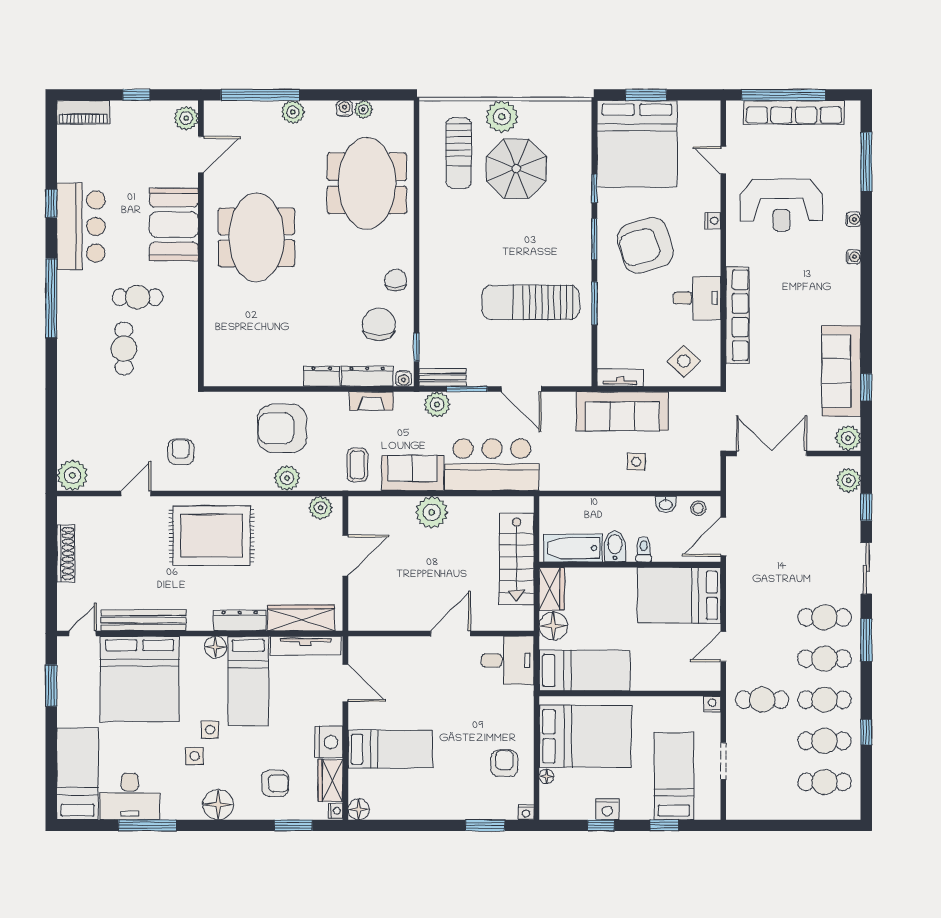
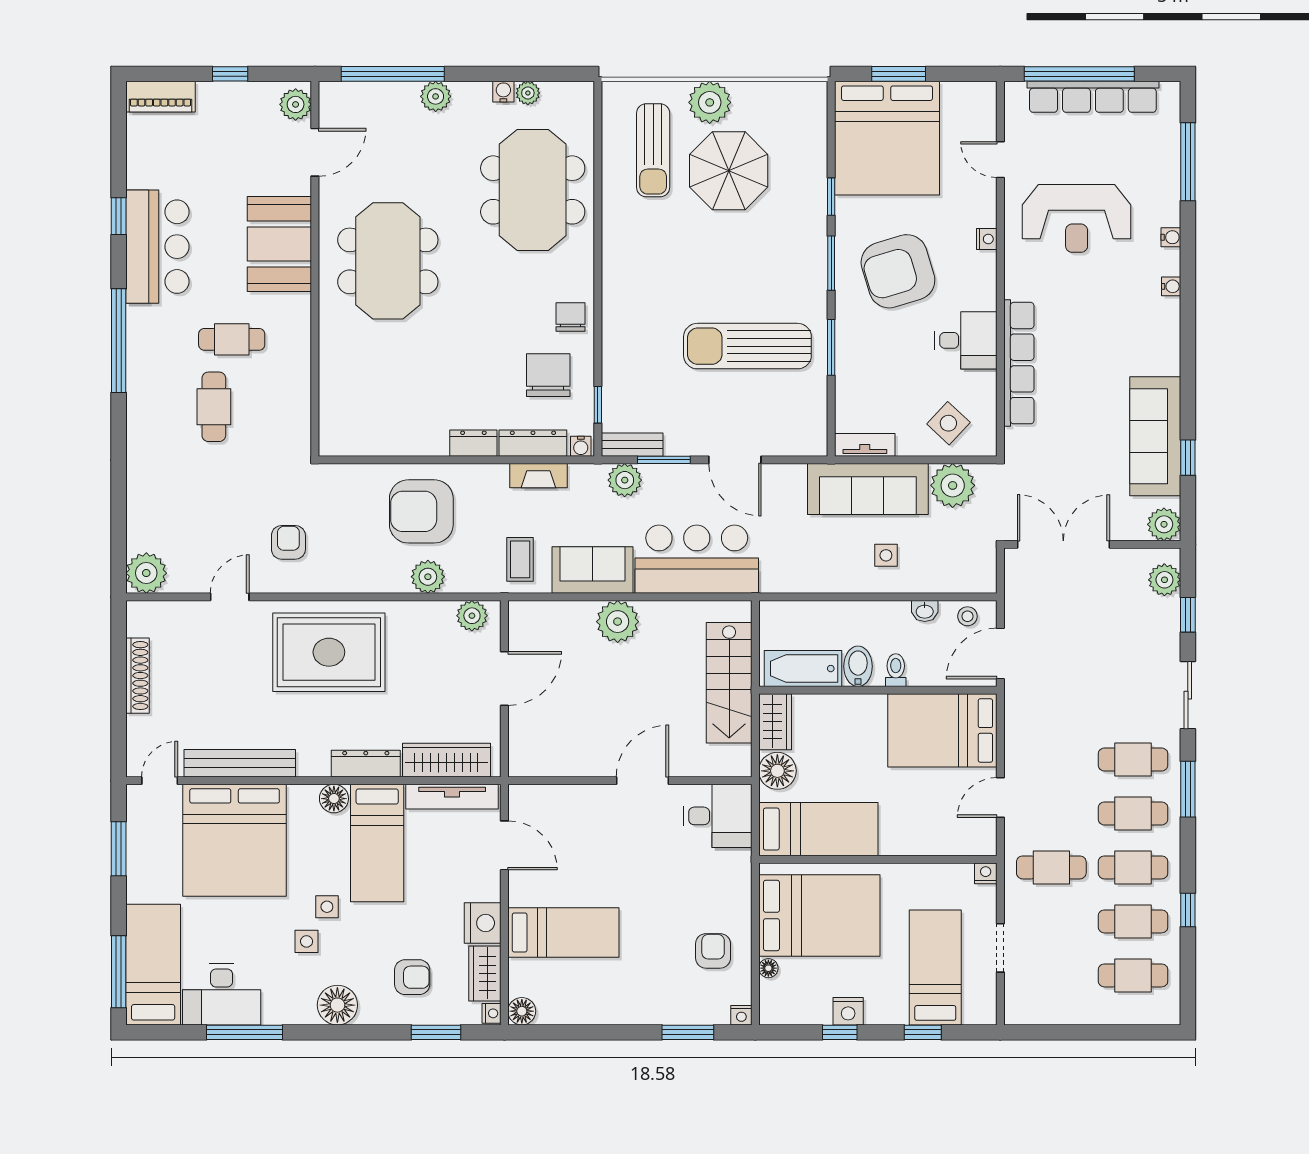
plant: (687, 409) -> (953, 485), added
window: (51, 779) -> (119, 972), added

